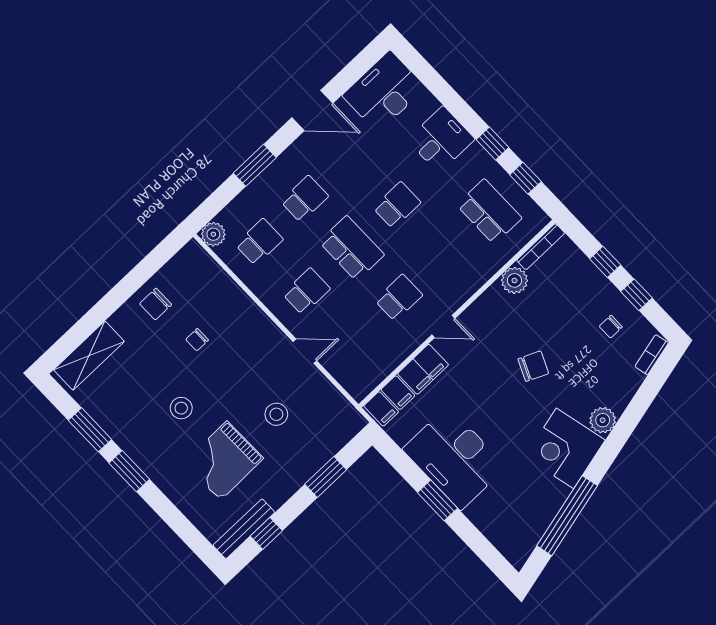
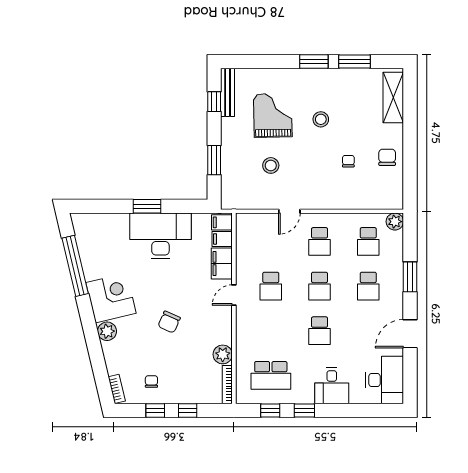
school desk: (352, 248) -> (320, 286), width x0.54

